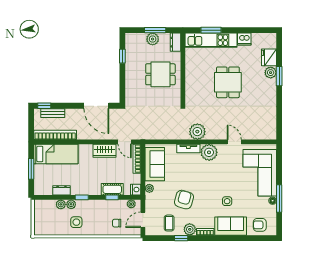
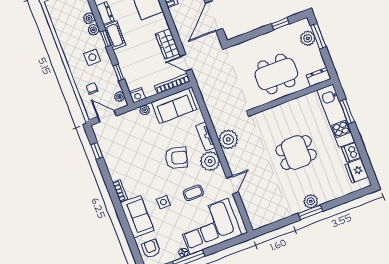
window: (155, 30) -> (318, 36), moved
plant: (153, 39) -> (308, 38), moved
fridge: (269, 57) -> (357, 171), moved, turned -90
plant: (271, 73) -> (311, 201), moved
dining table: (160, 74) -> (276, 74), width x1.38
window: (279, 76) -> (310, 212), moved
door: (125, 142) -> (186, 63), hinge flipped
cot: (112, 189) -> (115, 35), moved
armchair: (184, 200) -> (176, 158), moved
side table: (76, 222) -> (92, 57), moved
coffee table: (169, 223) -> (193, 193), moved
plant: (190, 229) -> (116, 172), removed
window: (181, 238) -> (97, 151), moved

